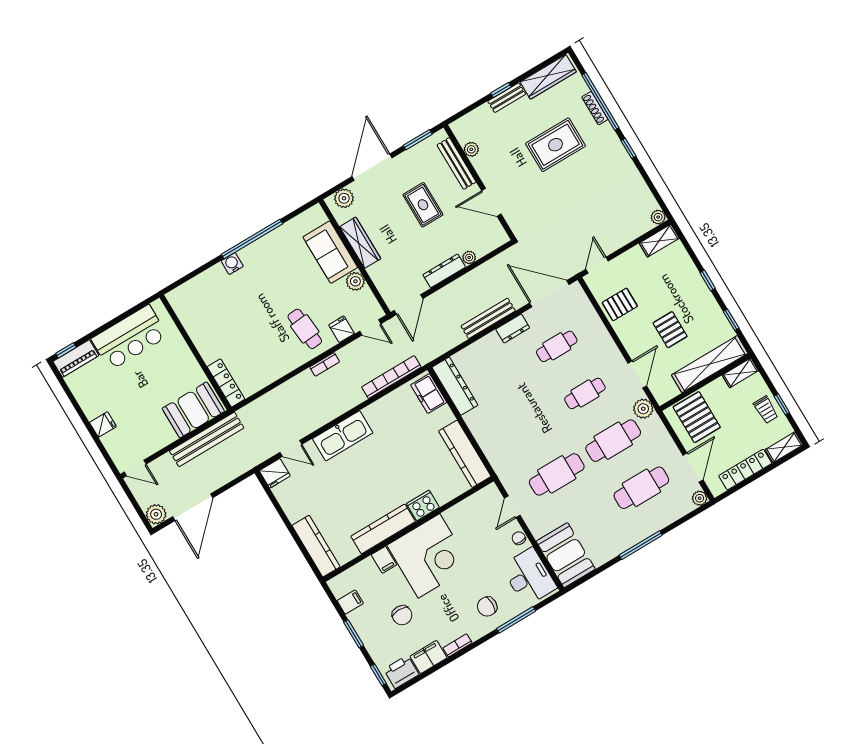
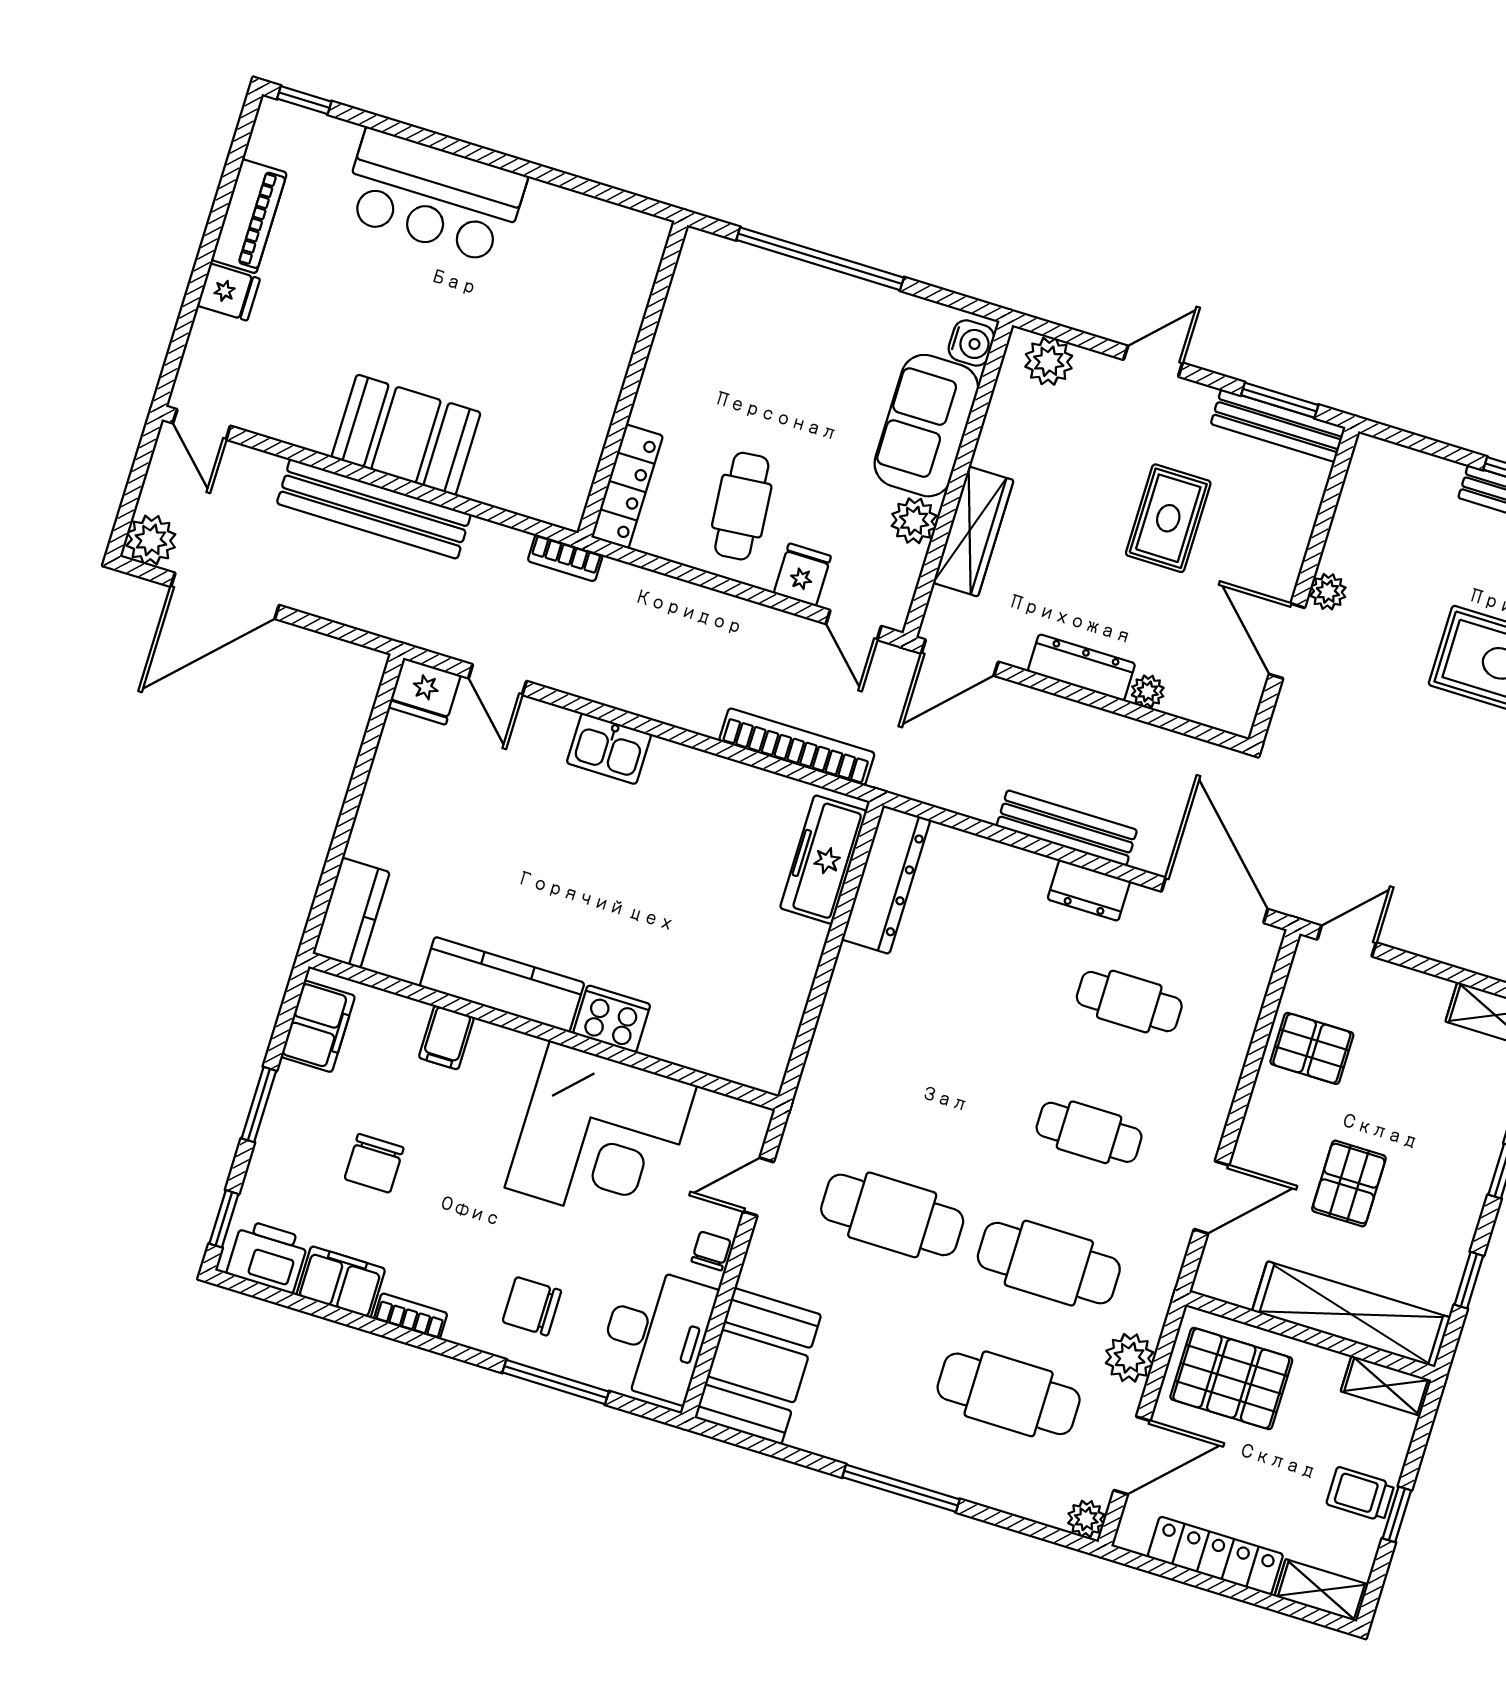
plant: (471, 149) -> (1328, 592), moved
bench: (457, 163) -> (1278, 426), moved, turned 90
door: (372, 167) -> (1153, 361), width x0.53
wardrobe: (360, 243) -> (973, 531), moved
water cooler: (232, 264) -> (971, 343), moved, turned 90
wall: (195, 352) -> (633, 379), moved
piano: (76, 359) -> (249, 216), moved, turned -90
bookcase: (325, 364) -> (565, 558), moved
locker: (226, 383) -> (627, 486), moved
freezer: (429, 394) -> (823, 860), width x1.40
plant: (643, 409) -> (1130, 1358), moved
trolley: (766, 410) -> (1360, 1494), turned 90
pallet: (697, 417) -> (1231, 1378), turned 90
kitchen sink: (343, 436) -> (609, 749), width x0.53, depth x0.81
kitchen counter: (465, 454) -> (777, 1011), removed
kitchen counter: (316, 546) -> (351, 913), width x0.67
corner desk: (429, 556) -> (601, 1137), moved
filing cabinet: (350, 602) -> (318, 1026), width x2.00

